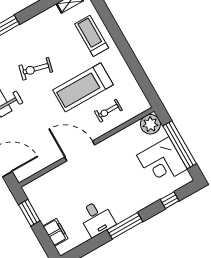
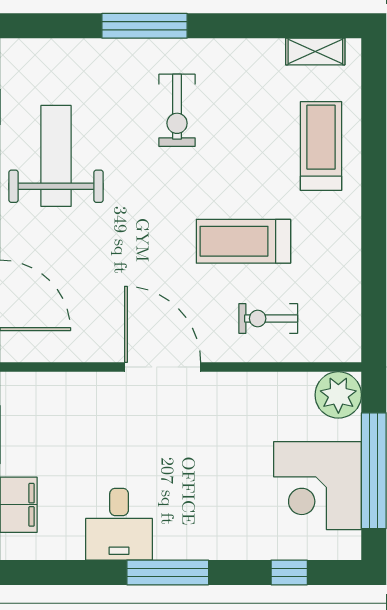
exercise bike: (36, 69) -> (177, 110), moved, turned -104
treadmill: (83, 87) -> (243, 241), width x0.73, depth x0.73

